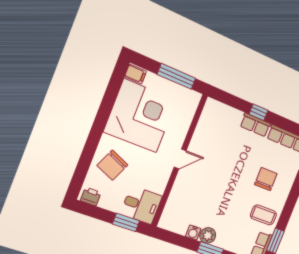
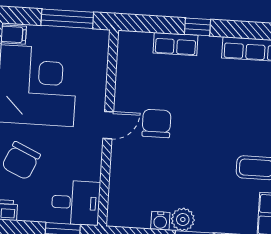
row of seats: (255, 125) -> (176, 44), moved
chair: (266, 179) -> (156, 123), moved

